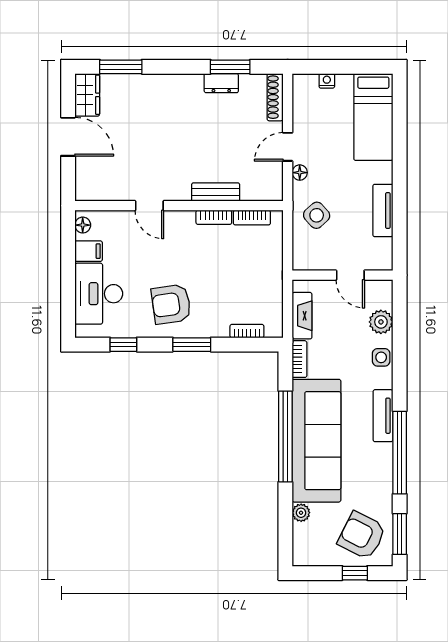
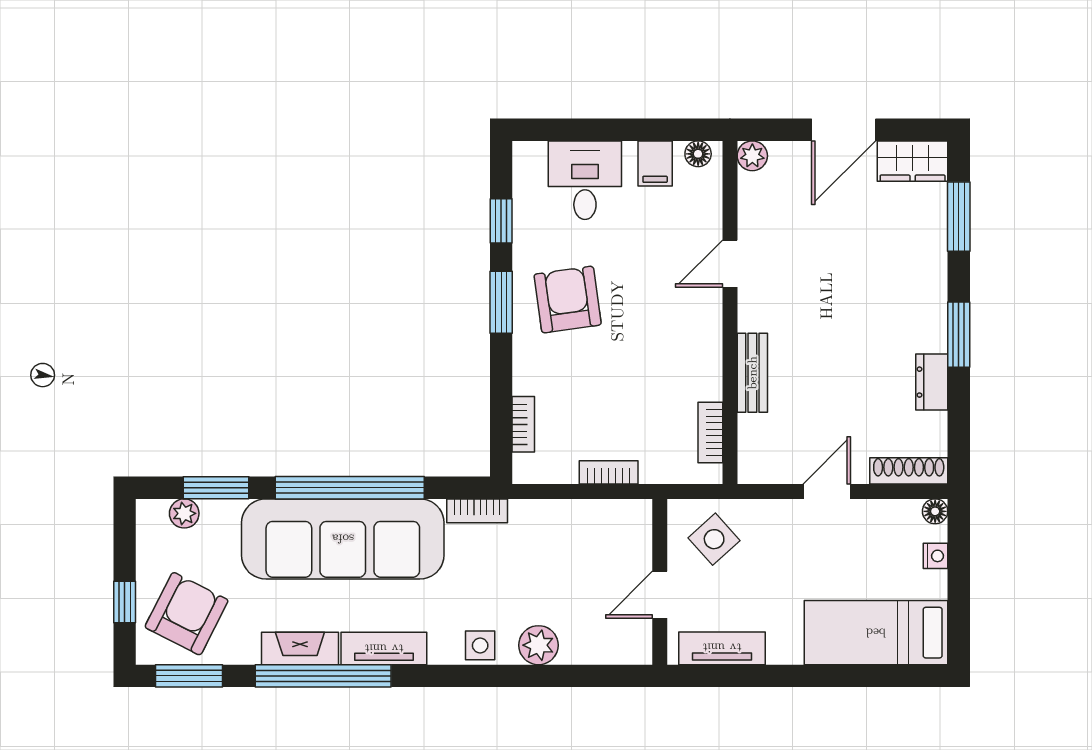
window: (230, 67) -> (959, 335), moved
door: (288, 147) -> (827, 491), hinge flipped
floor lamp: (300, 173) -> (935, 511), moved
plant: (84, 192) -> (752, 156), added
bookcase: (214, 217) -> (609, 472), moved, turned 90
wall: (342, 275) -> (660, 582), moved
door: (350, 275) -> (660, 595), moved
desk: (99, 294) -> (585, 180), width x0.73
fireplace: (302, 316) -> (300, 648), moved, turned 180
window: (192, 345) -> (501, 302), moved
plant: (301, 513) -> (184, 513), moved
window: (285, 518) -> (216, 488), added

